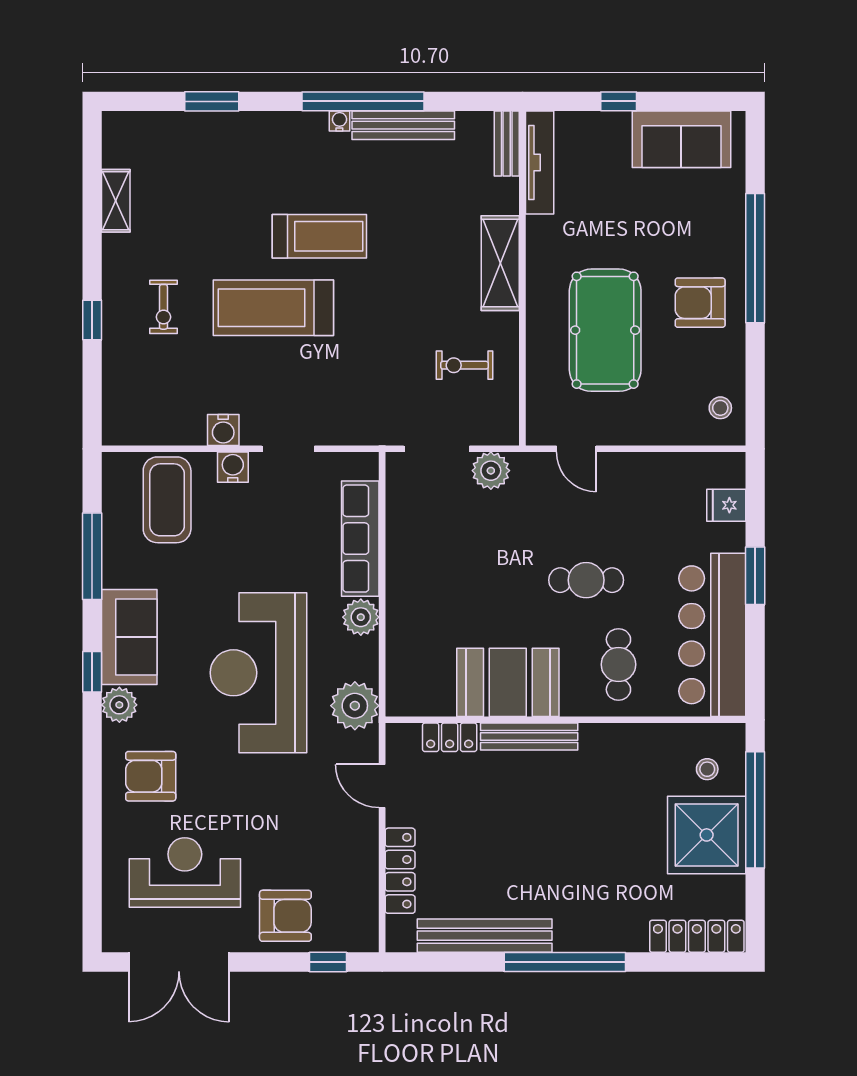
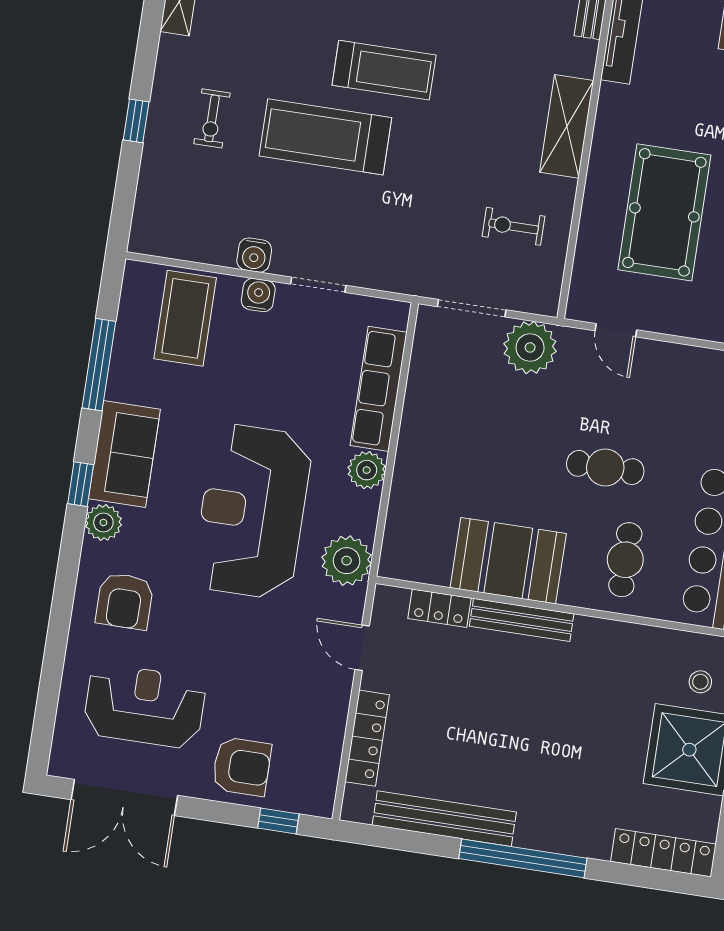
plant: (491, 471) -> (530, 347), width x1.36, depth x1.36
armchair: (151, 776) -> (125, 601), turned -90

